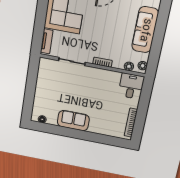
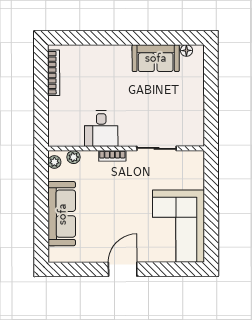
tv unit: (47, 41) -> (198, 171), removed
desk: (131, 86) -> (101, 129), moved
sofa: (73, 121) -> (156, 58), moved

